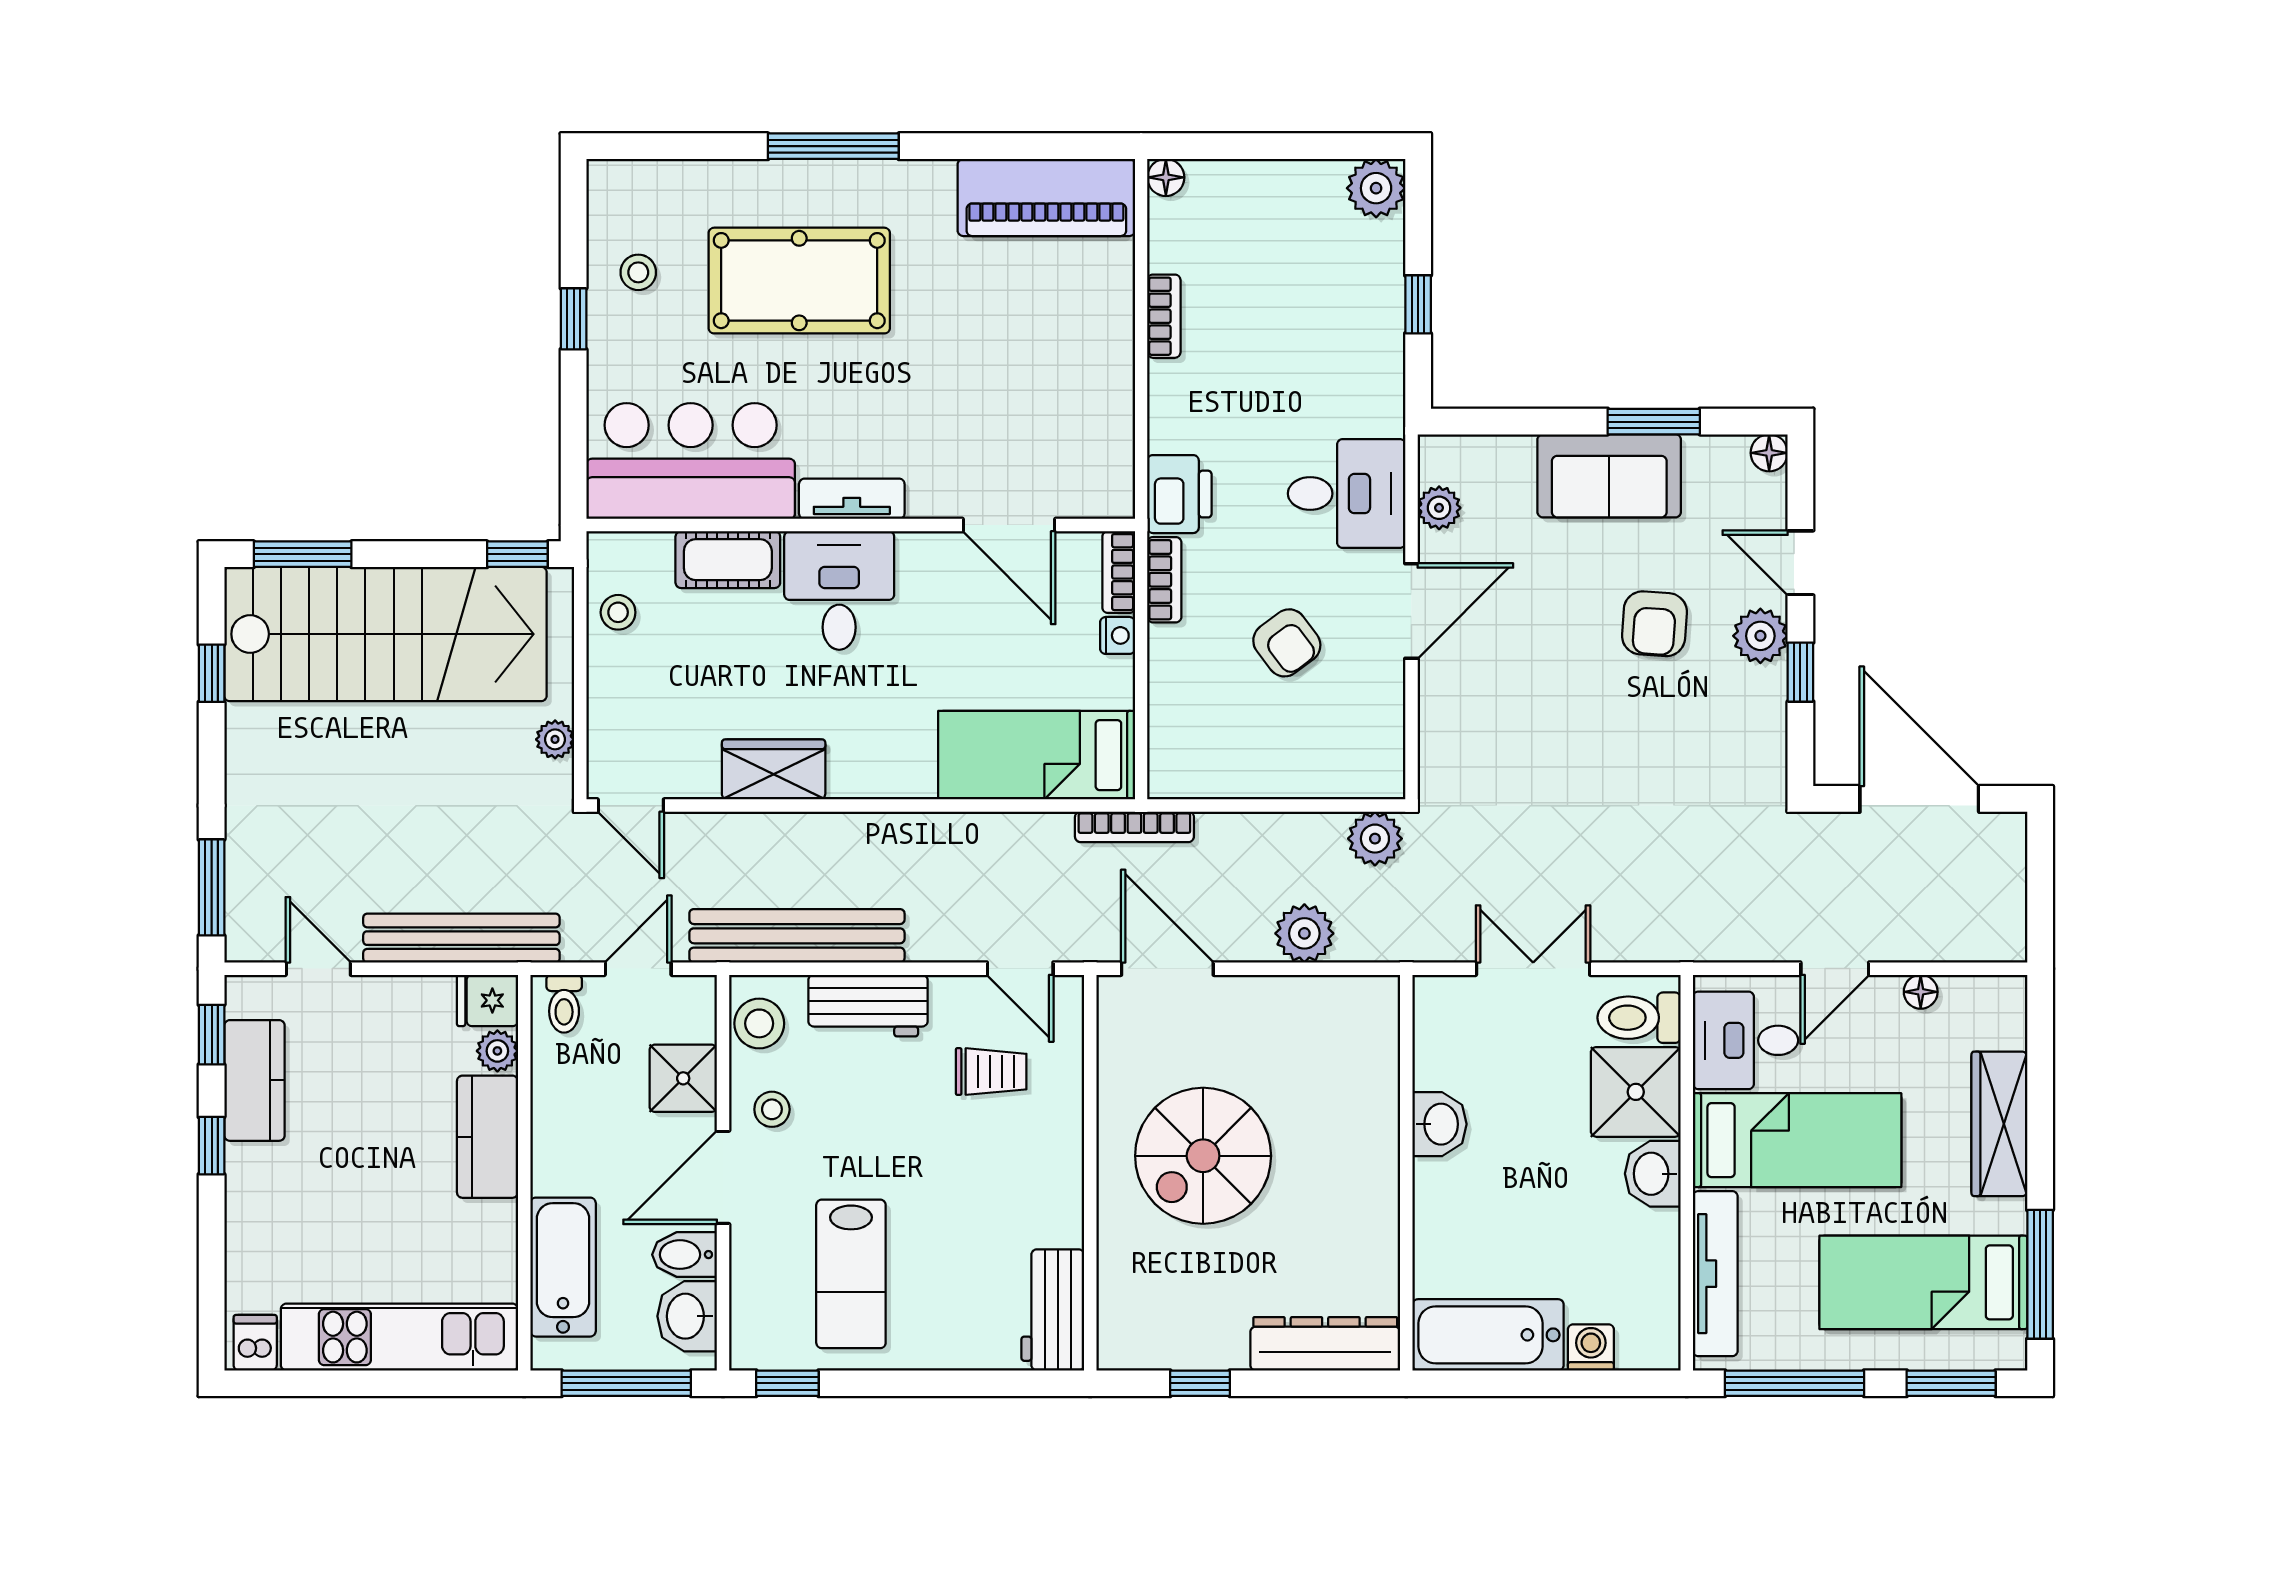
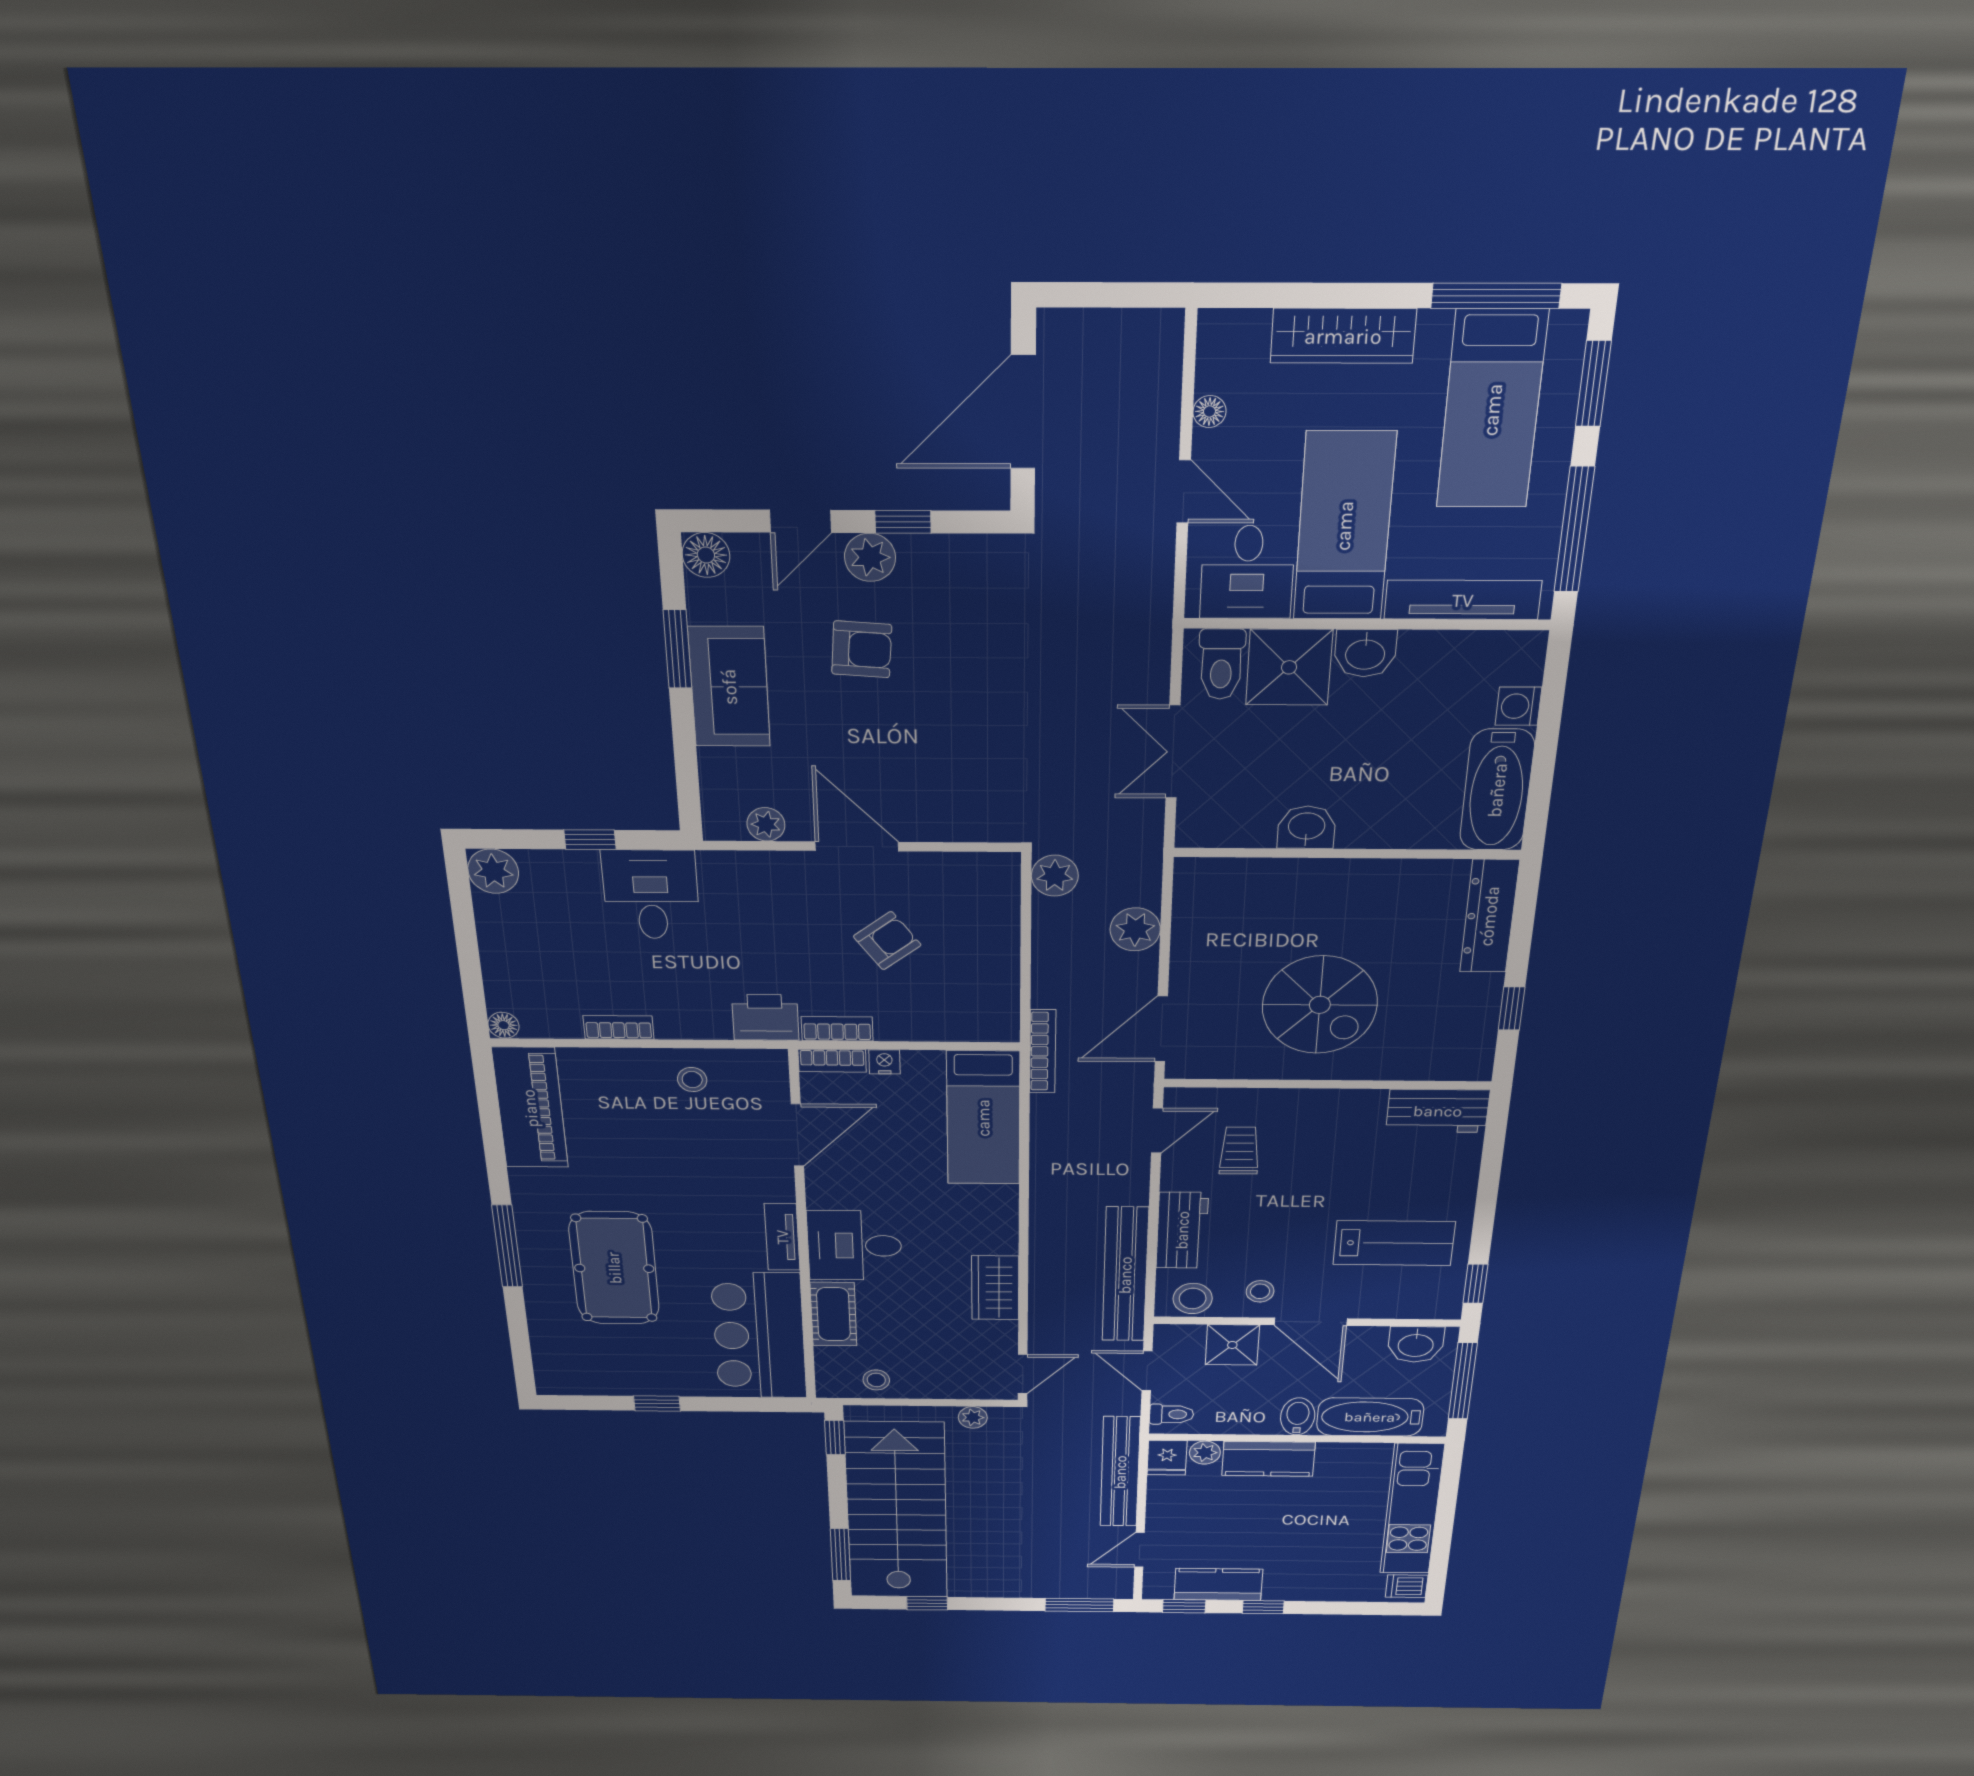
stool: (638, 272) -> (692, 1080), moved
floor lamp: (1769, 453) -> (706, 555), width x1.37, depth x1.37
desk: (1347, 494) -> (651, 895), moved
bidet: (684, 1255) -> (1298, 1416), moved, turned 180

